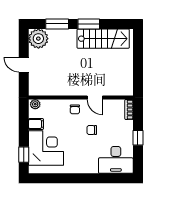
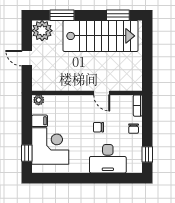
window: (89, 24) -> (118, 15), moved
stairs: (103, 39) -> (101, 36), width x1.36, depth x1.51
chair: (75, 109) -> (134, 129), moved
window: (138, 138) -> (147, 154), moved
desk: (116, 160) -> (108, 159), moved

